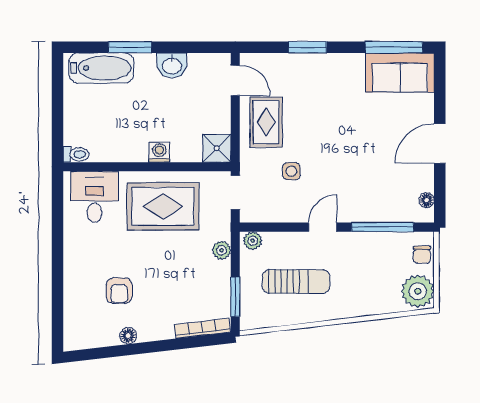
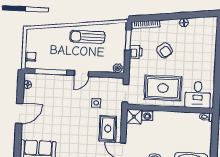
washing machine: (159, 152) -> (147, 115), moved
plant: (222, 250) -> (134, 64), removed
printer: (219, 274) -> (136, 52), added
sun lounger: (296, 281) -> (87, 37), moved
armchair: (119, 291) -> (165, 50), moved, turned 141
plant: (418, 291) -> (34, 38), removed

